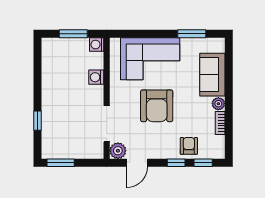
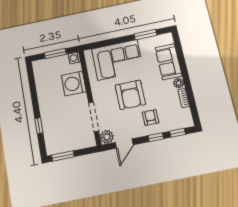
washing machine: (96, 77) -> (74, 83), width x1.89, depth x1.89
armchair: (189, 146) -> (150, 117), moved

